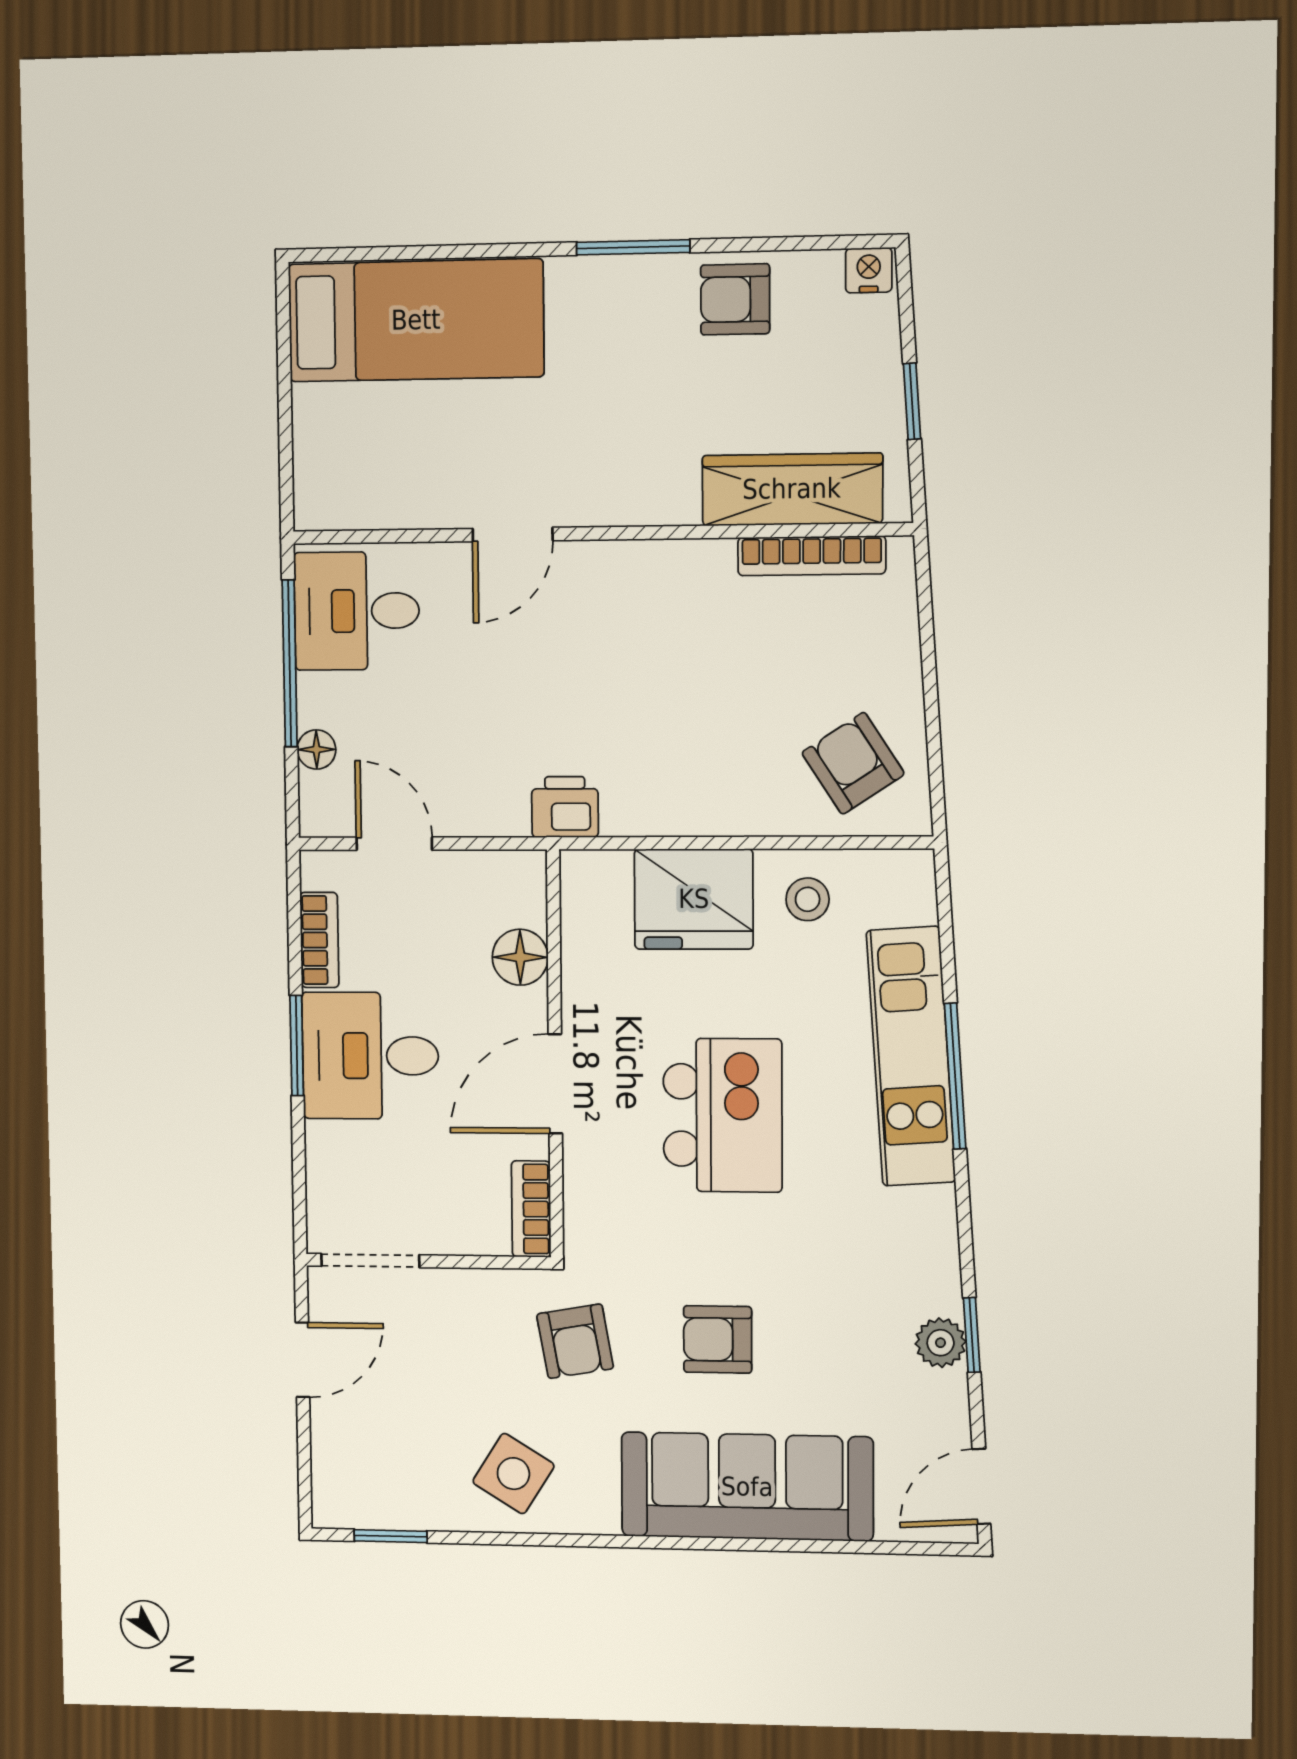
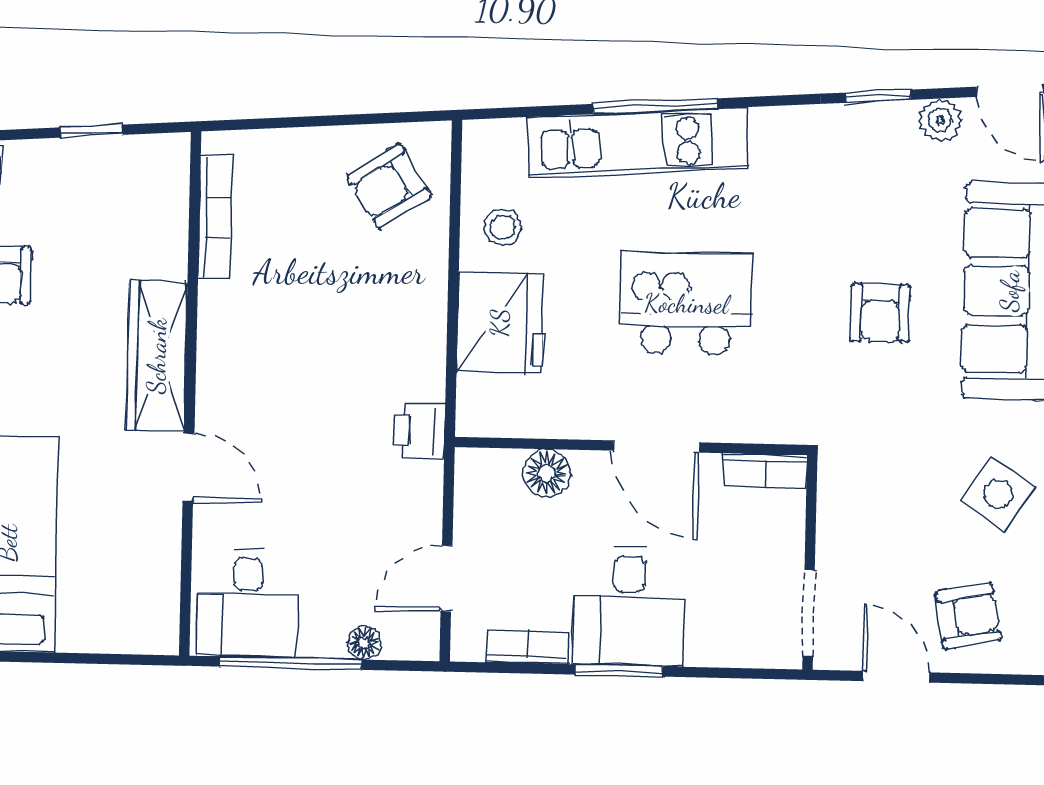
wardrobe: (792, 489) -> (157, 356), moved
armchair: (575, 1341) -> (968, 616), moved
plant: (941, 1343) -> (940, 120), moved

